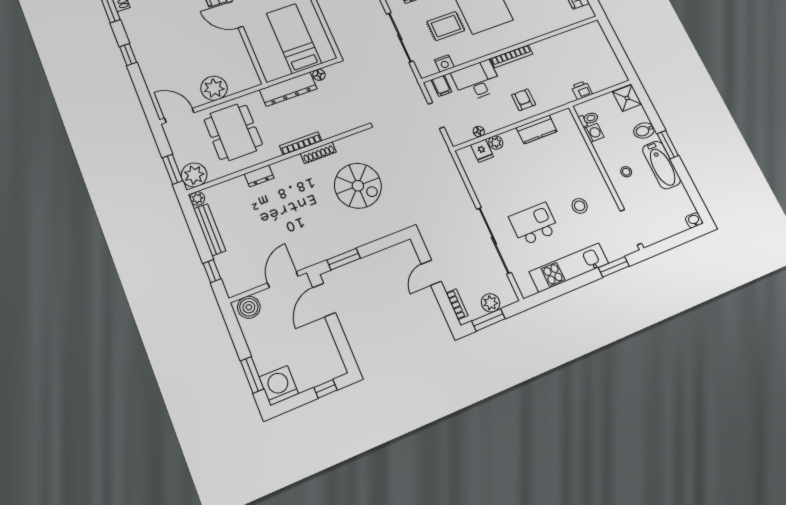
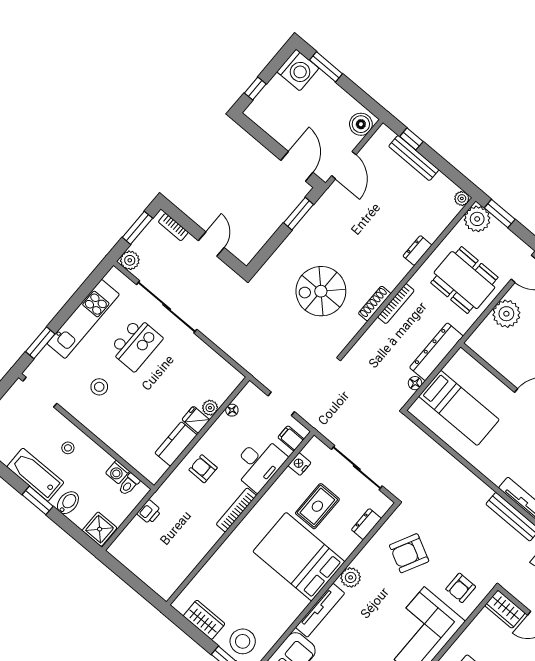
armchair: (524, 100) -> (203, 469), turned 180
fridge: (482, 151) -> (196, 420), moved
bench: (210, 230) -> (414, 158), moved
plant: (491, 303) -> (130, 260), moved

